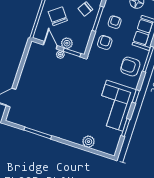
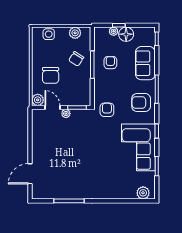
chair: (58, 16) -> (51, 75), turned -142
armchair: (105, 42) -> (107, 110), moved
plant: (67, 43) -> (38, 100), moved
plant: (89, 142) -> (143, 193), moved

